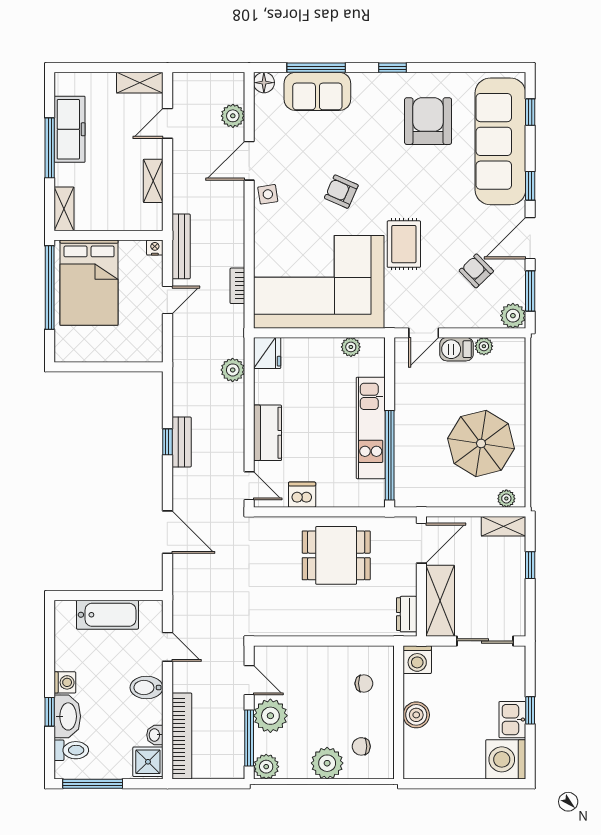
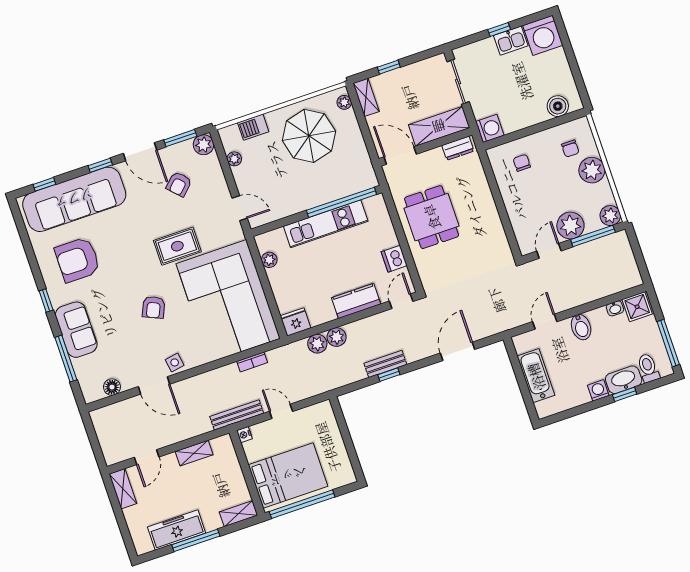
floor lamp: (264, 83) -> (112, 387), moved
sofa: (317, 91) -> (76, 330), moved
plant: (233, 116) -> (337, 337), moved
door: (167, 123) -> (147, 457), hinge flipped
barbecue: (456, 349) -> (253, 127), moved, turned 90
boiler: (416, 715) -> (558, 106), moved
bookcase: (182, 736) -> (609, 288), removed

